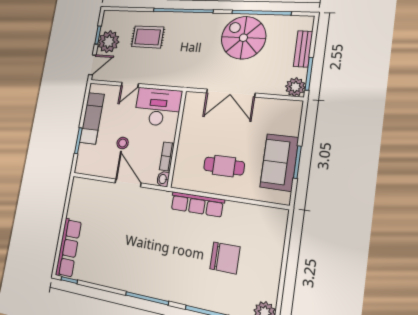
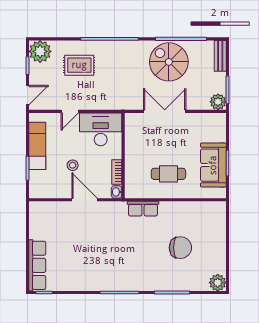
plant: (108, 42) -> (40, 51), moved
bench: (303, 49) -> (220, 56), moved
double door: (230, 93) -> (165, 111), swing flipped
row of seats: (197, 204) -> (143, 209), width x0.68

